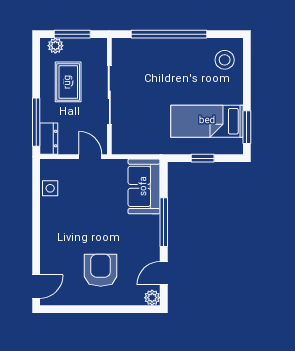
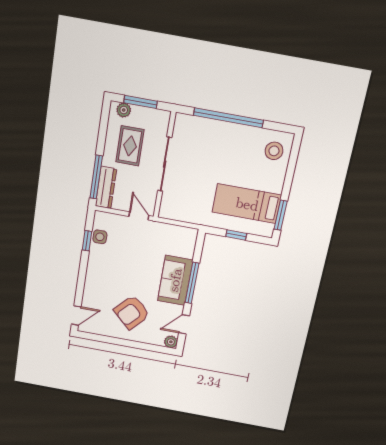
dresser: (49, 139) -> (106, 187), width x1.44
sofa: (144, 186) -> (175, 280), moved
window: (36, 195) -> (87, 241), added
armchair: (101, 270) -> (132, 312), turned -137

